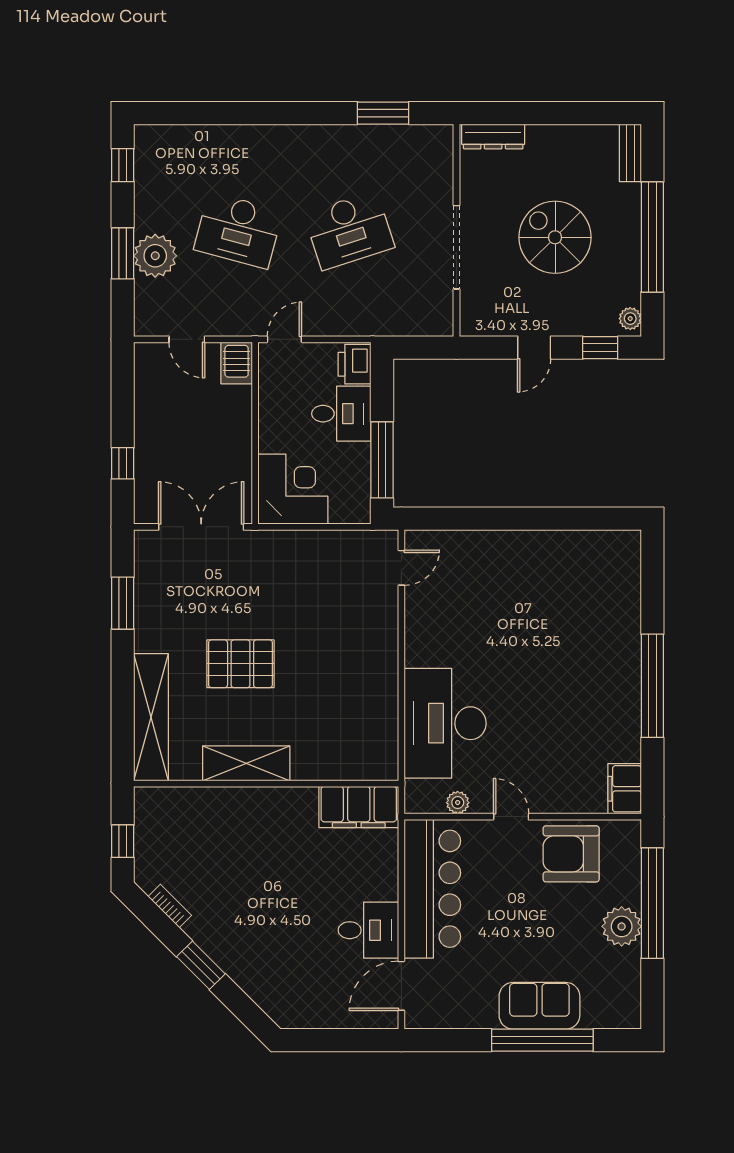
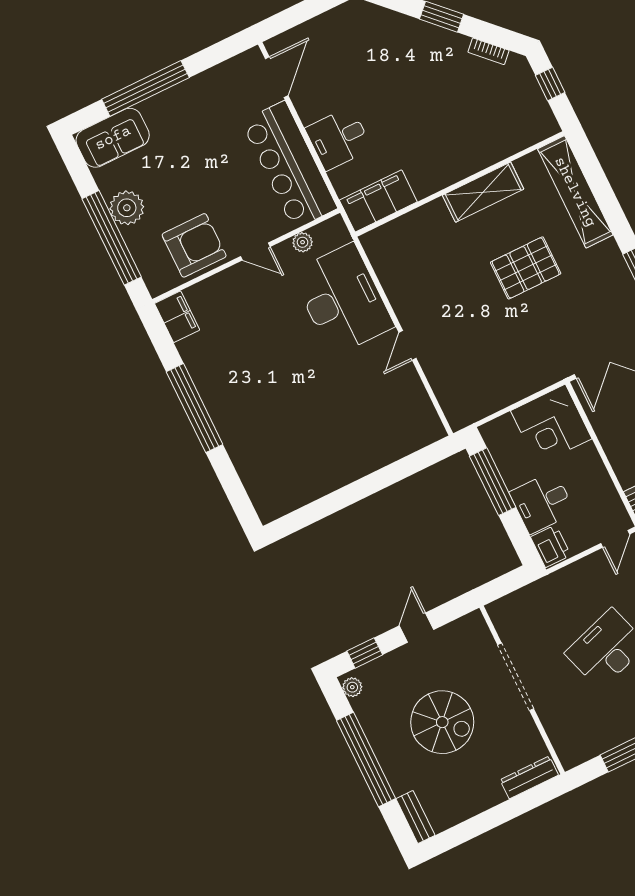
door: (401, 568) -> (407, 345), moved
desk: (368, 930) -> (339, 139), moved
sofa: (539, 1006) -> (113, 138), moved

